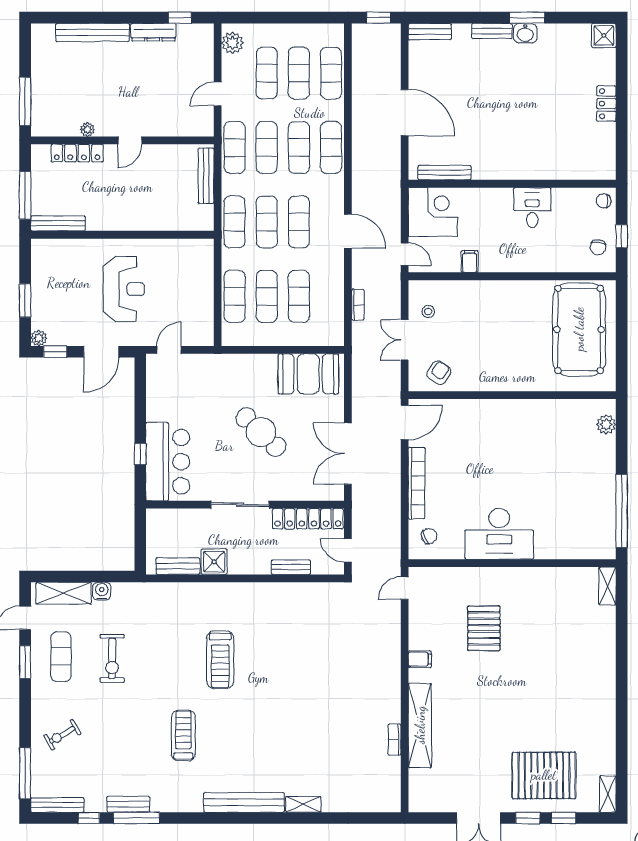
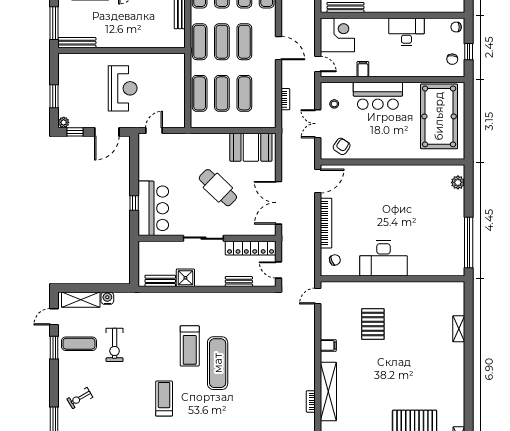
desk: (532, 208) -> (406, 32), width x1.37
bar counter: (491, 300) -> (378, 96), added
shelving: (607, 586) -> (459, 329), moved
exercise mat: (61, 657) -> (79, 344), turned 90
exercise mat: (260, 685) -> (218, 363), added

